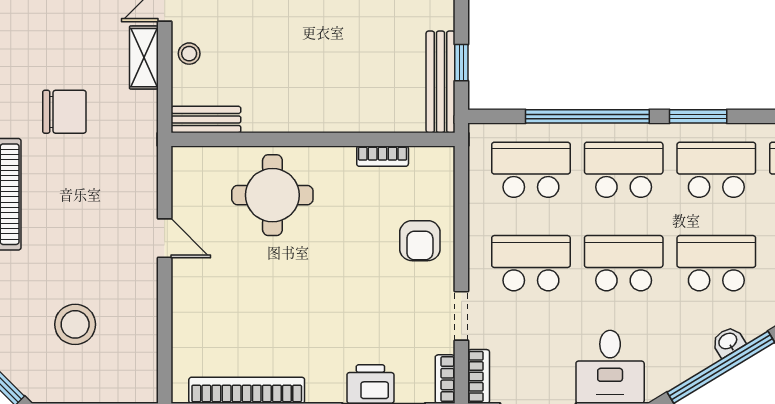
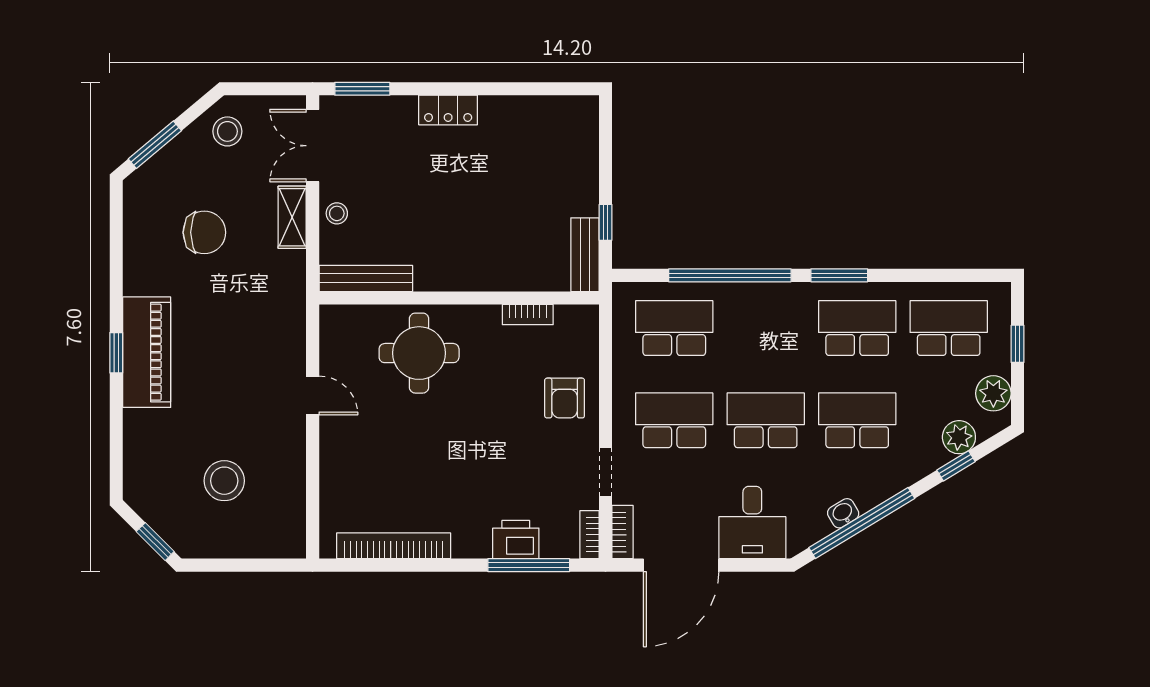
bench: (441, 82) -> (585, 255), width x0.73
chair: (64, 112) -> (204, 232), moved
bench: (206, 119) -> (366, 278), width x1.36
school desk: (624, 170) -> (766, 328), removed
washbasin: (728, 342) -> (843, 513), moved

